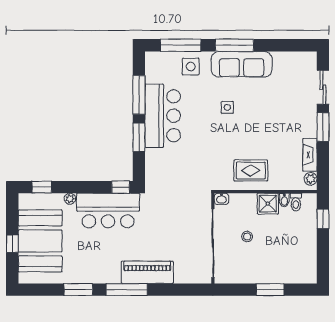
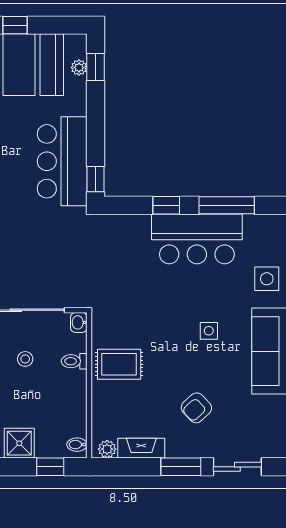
armchair: (281, 116) -> (196, 408), added
window: (139, 137) -> (166, 205), width x0.67
rug: (251, 170) -> (119, 364), turned 90
plant: (70, 199) -> (79, 68), moved
bidet: (284, 200) -> (77, 445), moved
toilet: (296, 202) -> (74, 361), moved
shower: (268, 204) -> (19, 443), moved

